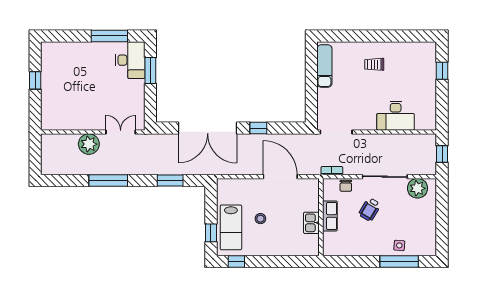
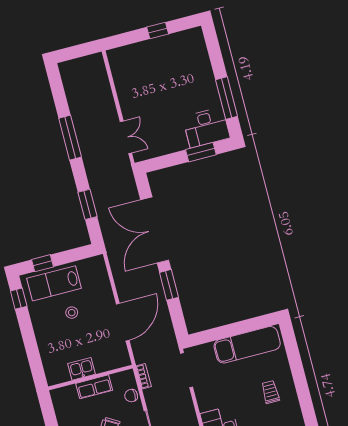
exam couch: (324, 66) -> (247, 345), width x1.36, depth x1.45
window: (258, 128) -> (169, 285), width x1.50
plant: (89, 144) -> (104, 106), removed

